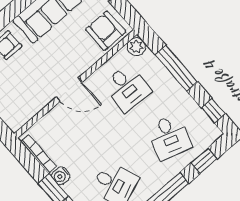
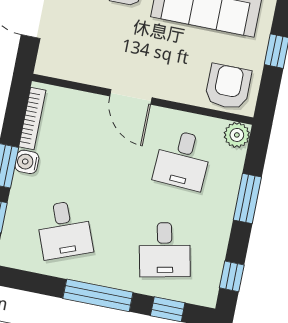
window: (176, 68) -> (247, 198), width x0.69
desk: (169, 137) -> (165, 250), turned -30

